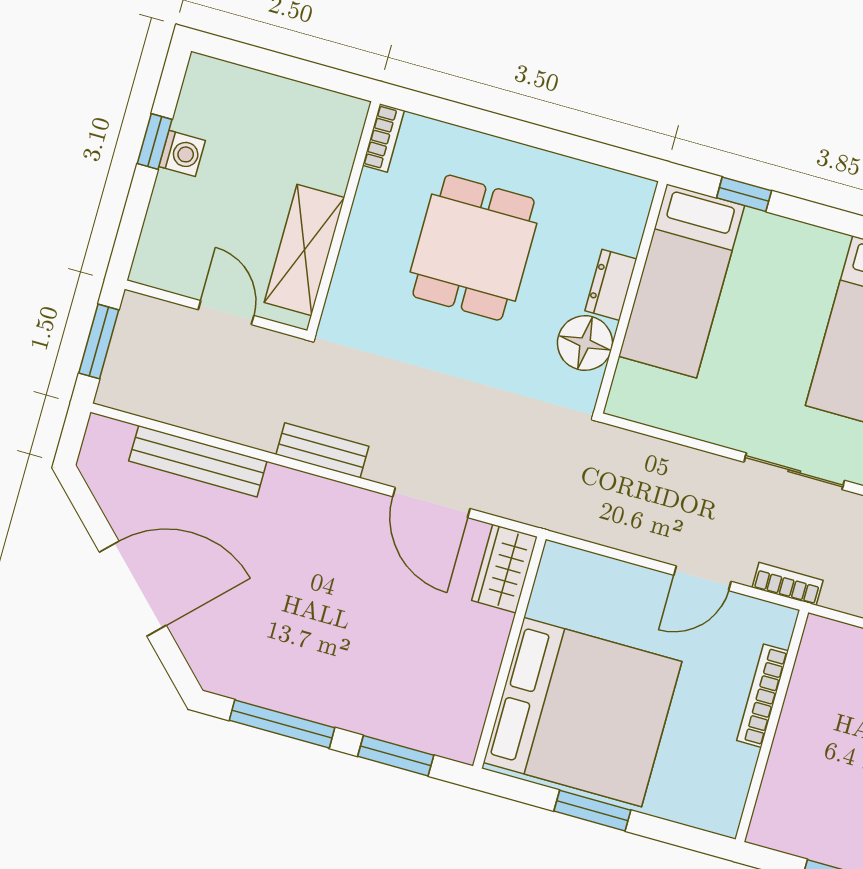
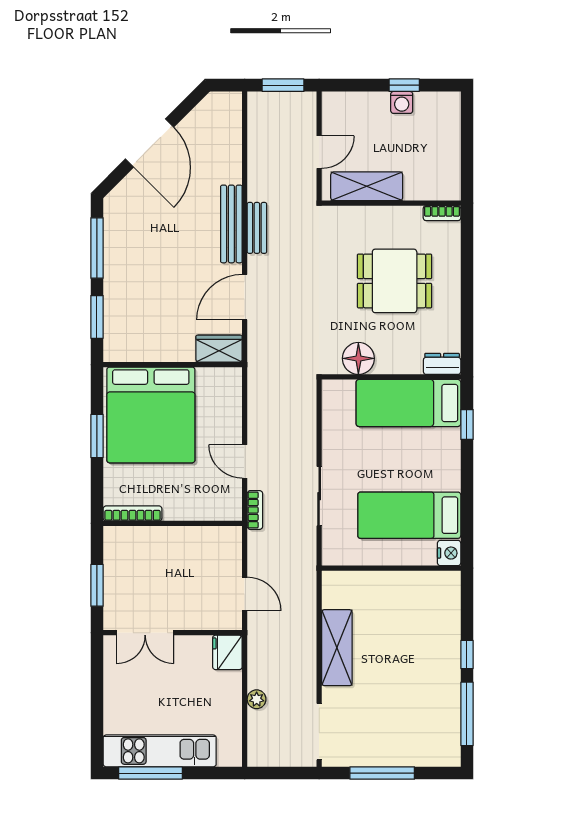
dresser: (611, 285) -> (442, 364), moved
bench: (198, 461) -> (231, 224), moved
bookcase: (763, 696) -> (133, 513), moved

